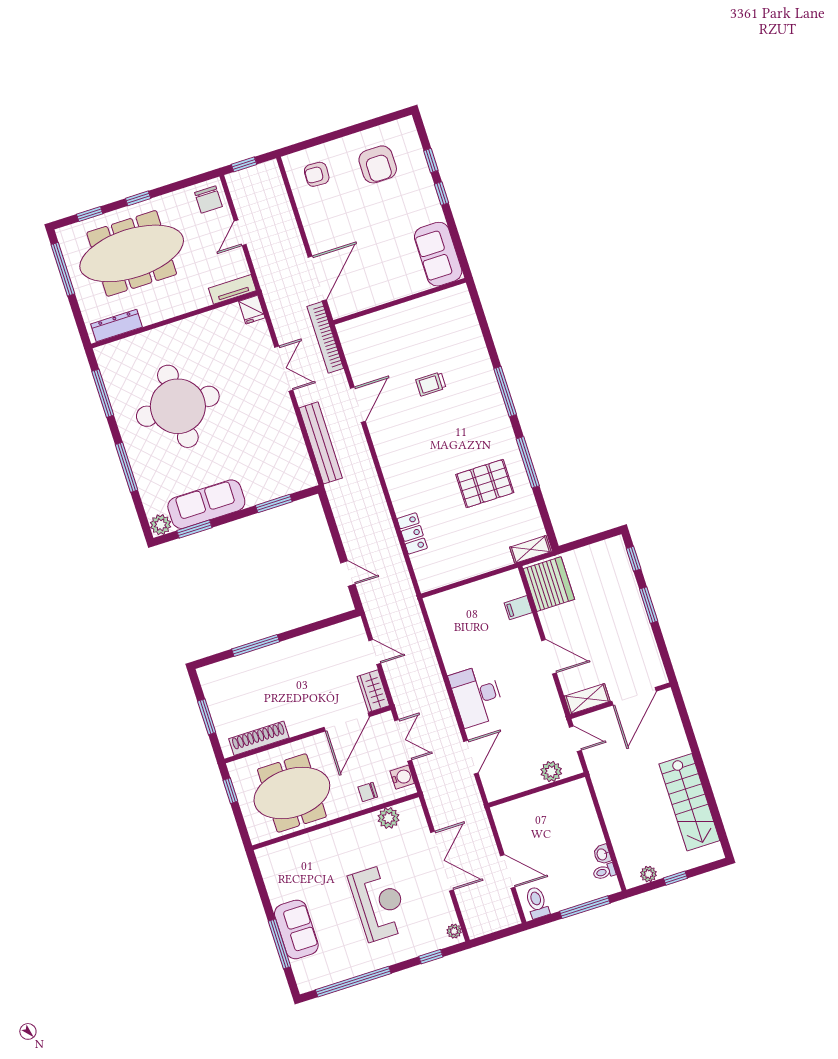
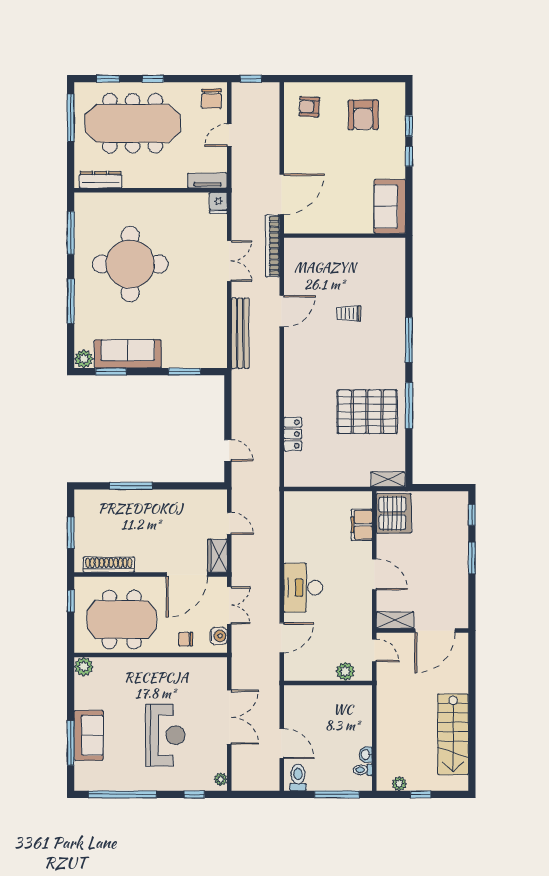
pallet: (485, 484) -> (367, 412), width x1.37, depth x1.41
filing cabinet: (518, 608) -> (362, 525), width x2.00
plant: (388, 818) -> (84, 667), moved

